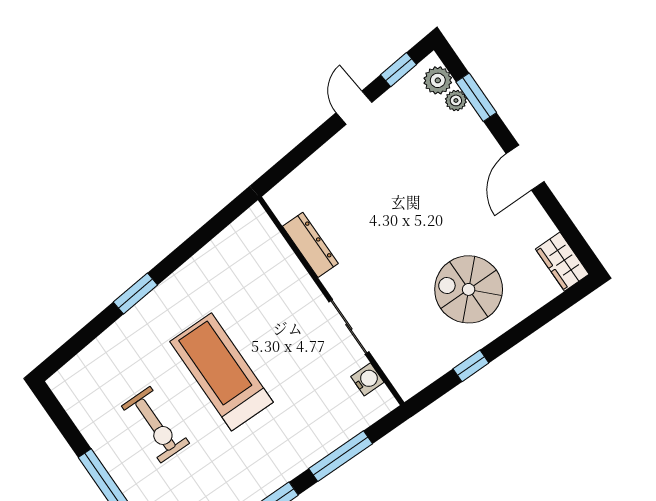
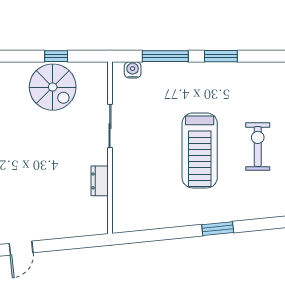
dresser: (310, 245) -> (100, 181), width x0.70
spiral stairs: (469, 289) -> (53, 87), moved
water cooler: (367, 379) -> (133, 70), moved, turned 90

